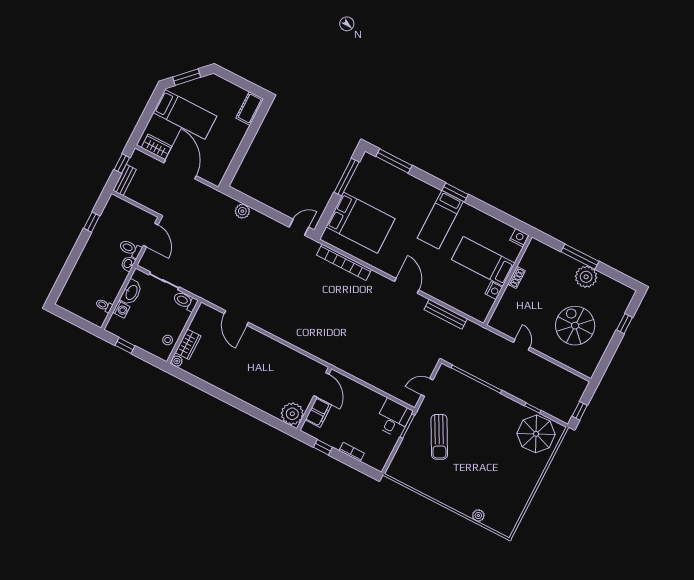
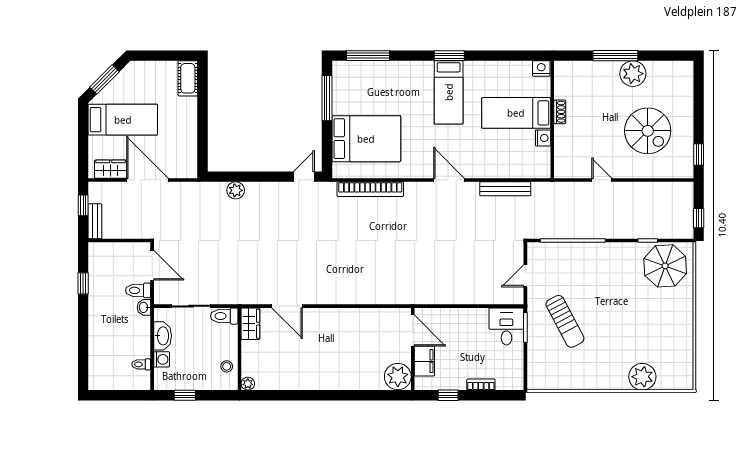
window: (624, 324) -> (699, 155), moved
spiral stairs: (575, 326) -> (648, 131), turned 180
wardrobe: (188, 344) -> (250, 324), moved
plant: (478, 516) -> (642, 377), width x1.88, depth x1.88

